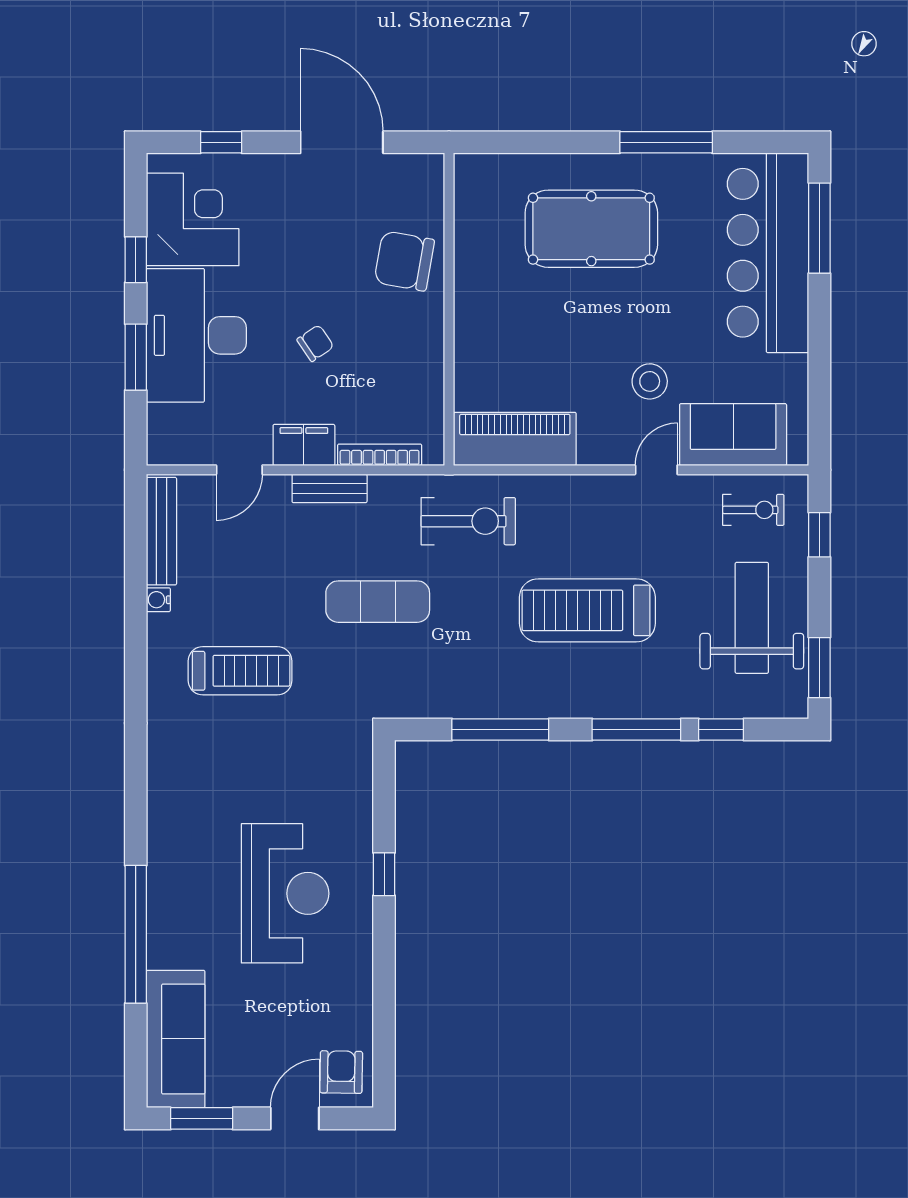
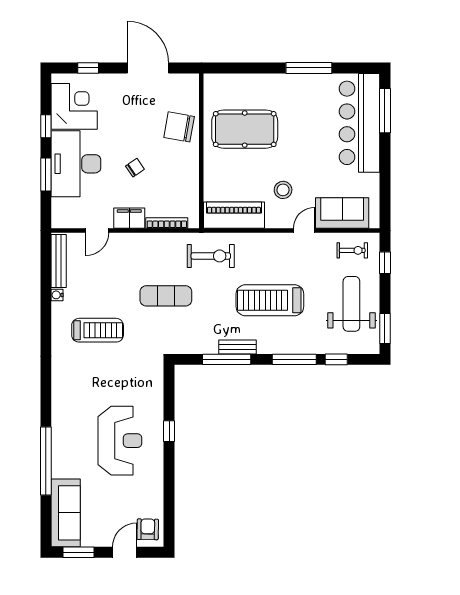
pool table: (591, 229) -> (245, 129), moved
stool: (650, 381) -> (283, 190), moved
bench: (330, 488) -> (237, 347), moved

